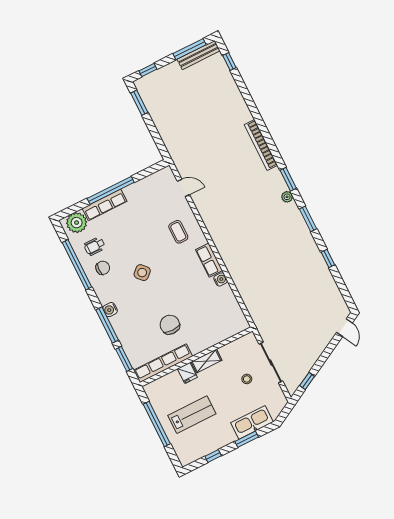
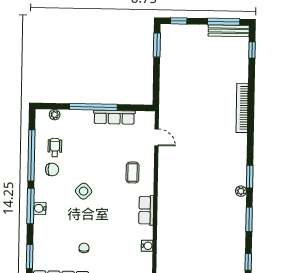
bookcase: (261, 145) -> (242, 108), moved
row of seats: (105, 205) -> (114, 117), moved
plant: (77, 223) -> (55, 115), width x0.53, depth x0.53
wheelchair: (95, 246) -> (55, 147), turned 90
water cooler: (221, 279) -> (147, 246), moved
window: (107, 325) -> (31, 206), moved
chair: (170, 325) -> (84, 248), width x0.54, depth x0.54

